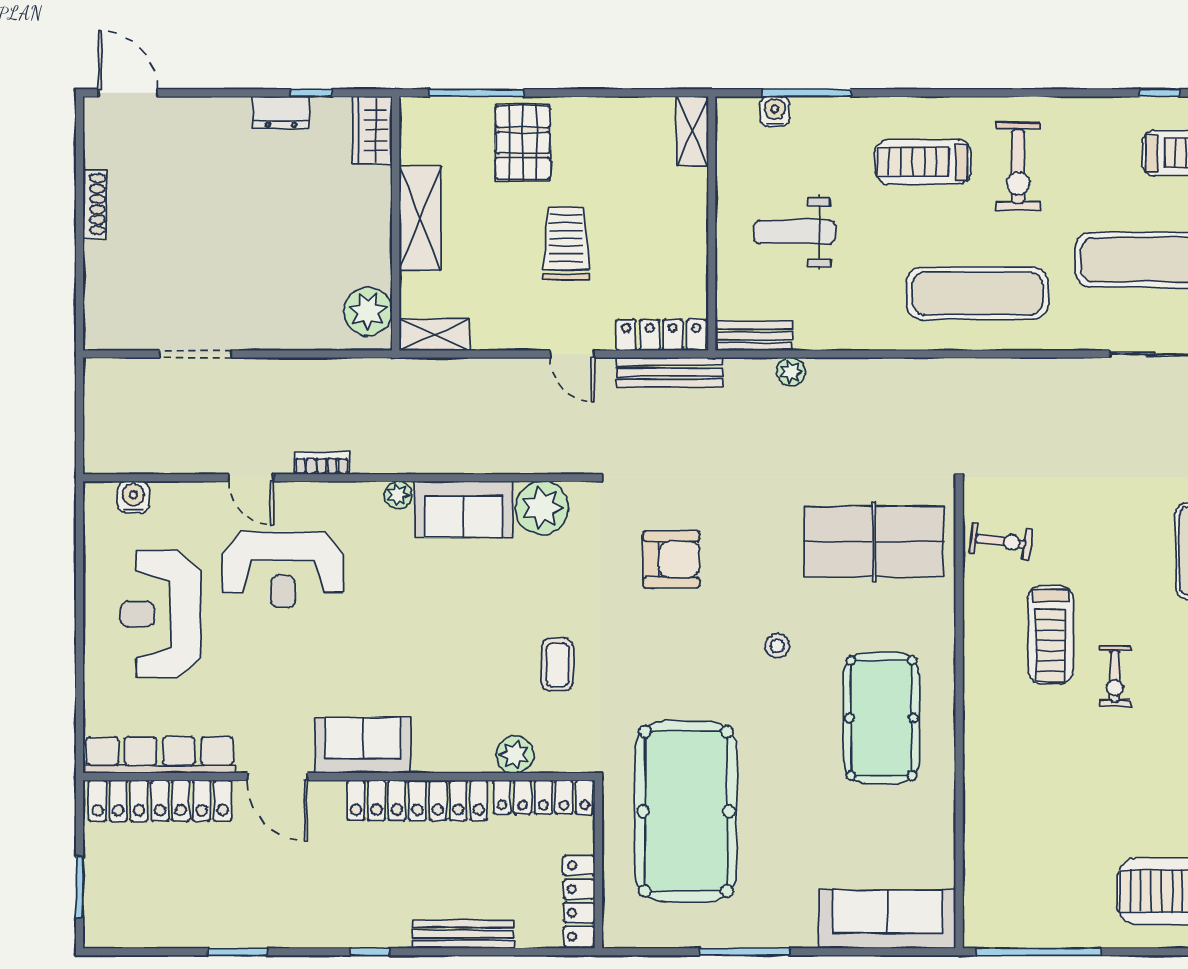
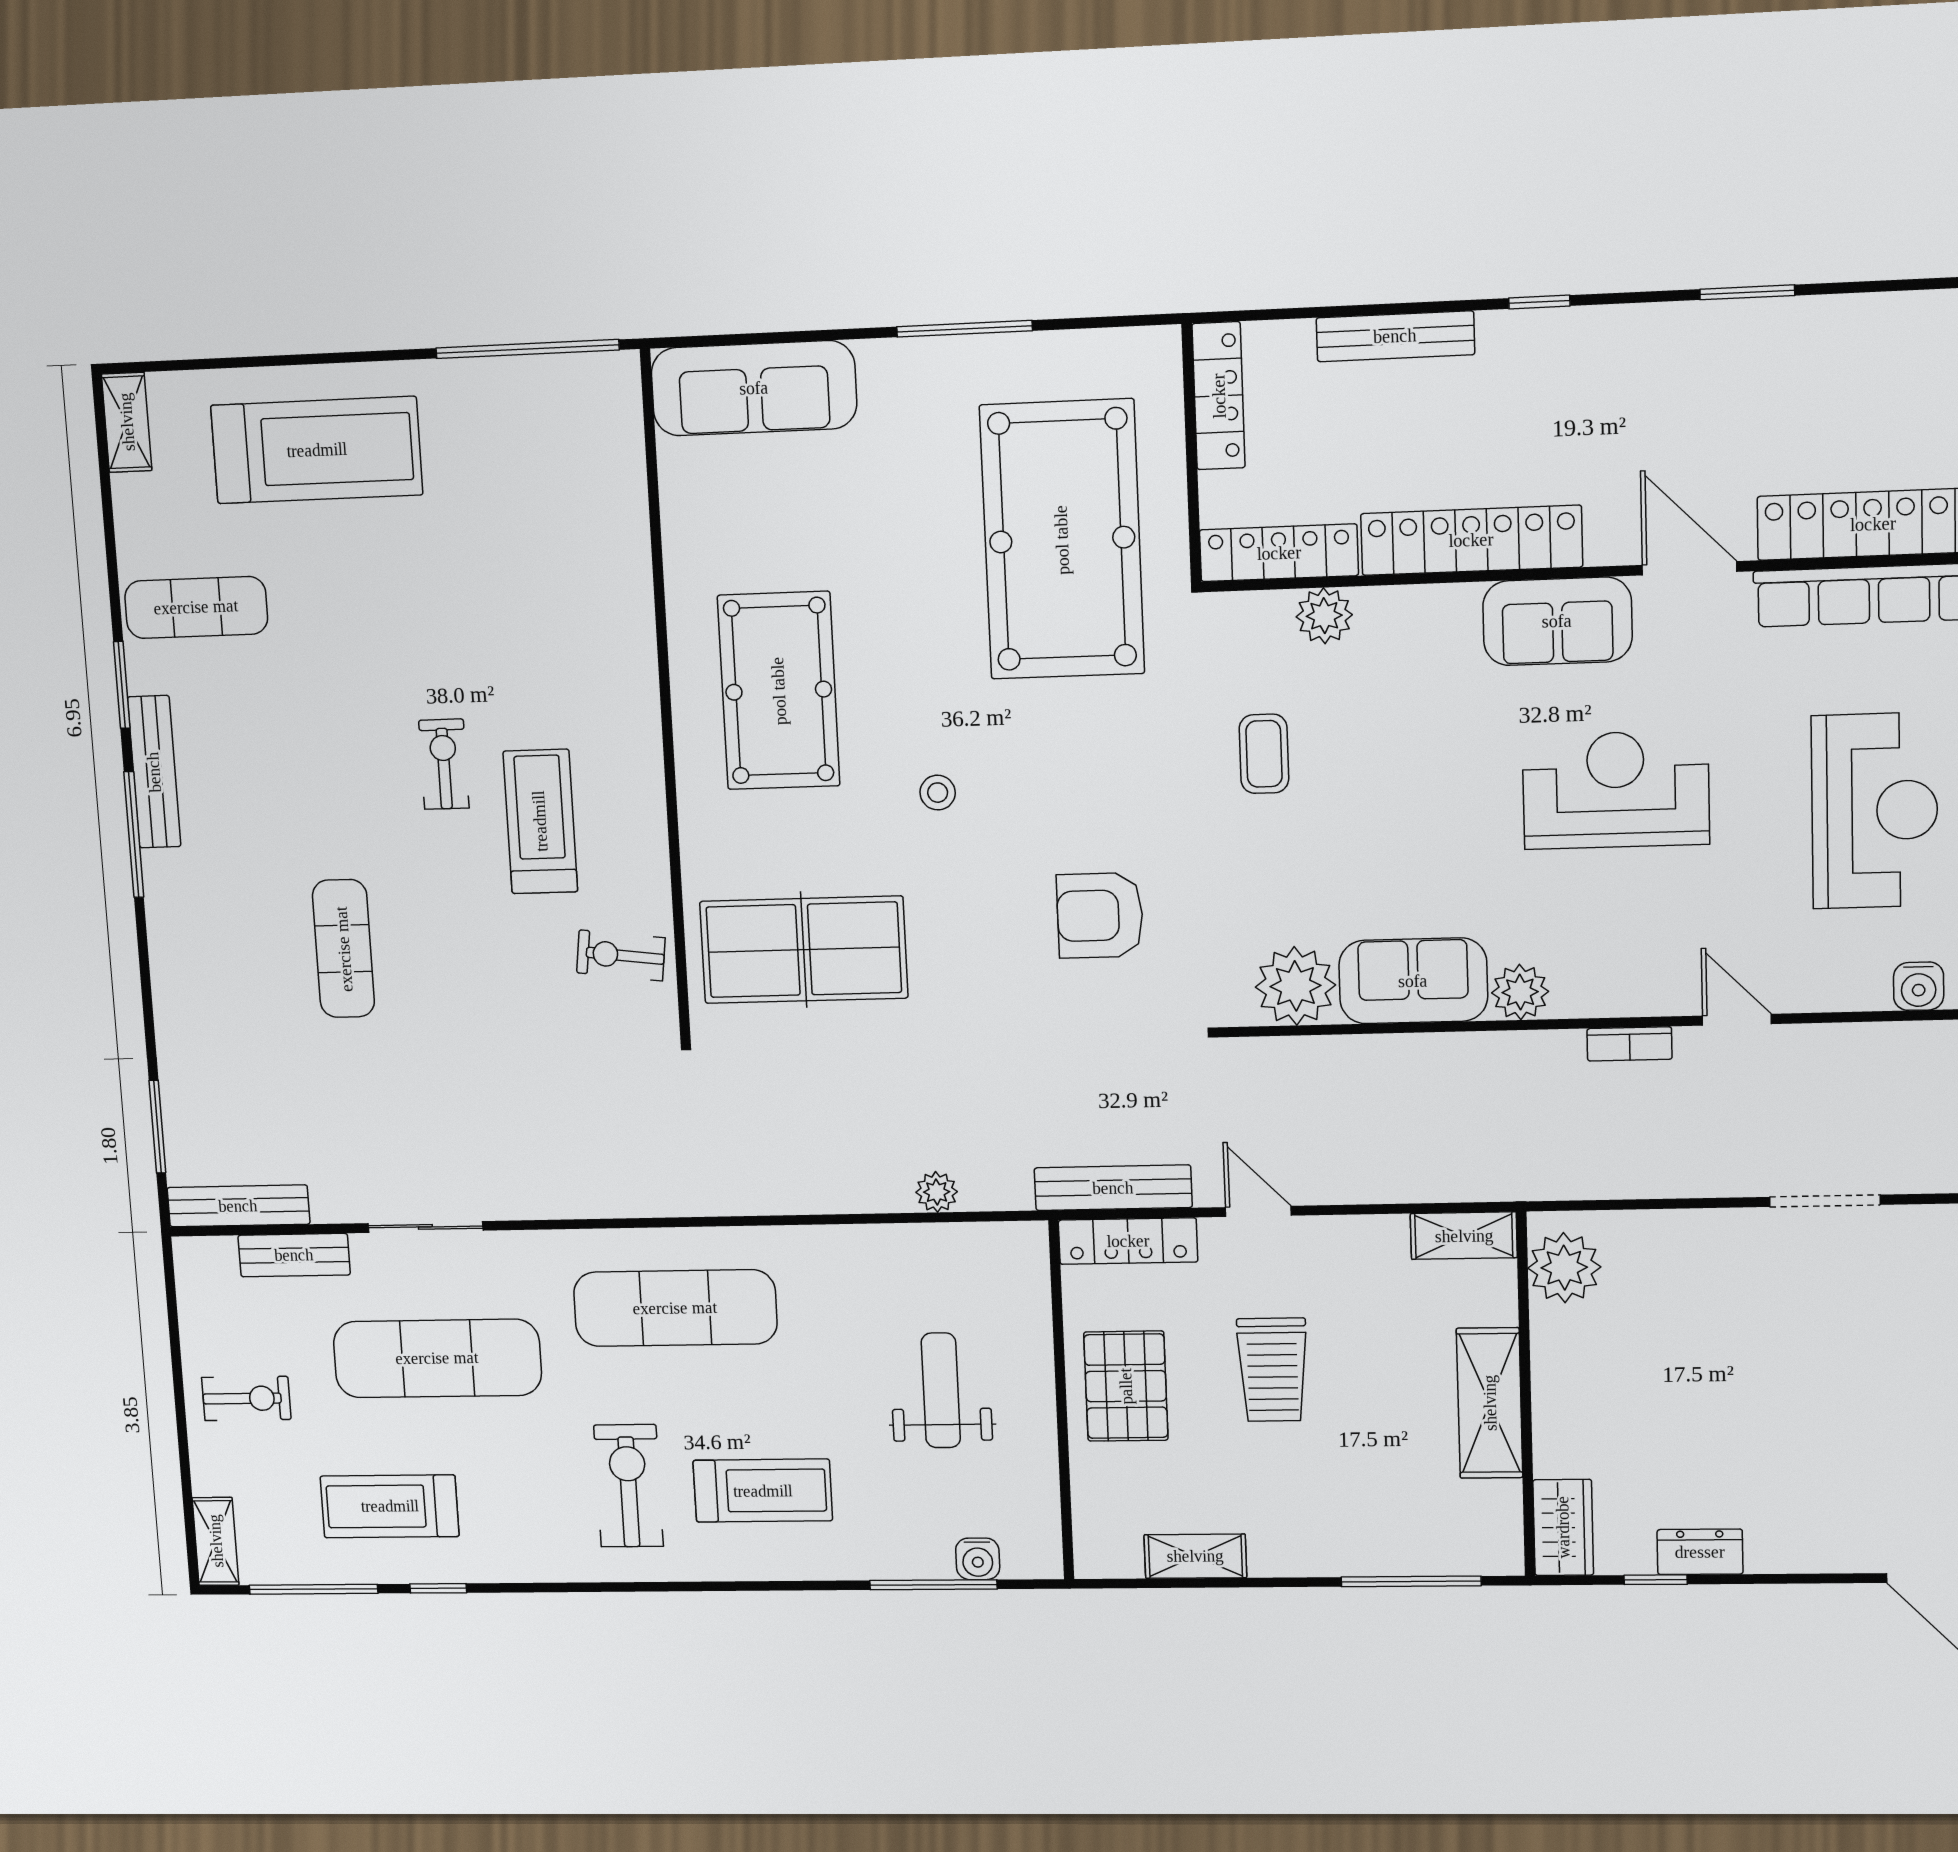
shelving: (693, 131) -> (1195, 1556), moved, turned 90
pallet: (523, 143) -> (1126, 1386), moved
weight bench: (795, 232) -> (941, 1390), turned -90
bench: (754, 336) -> (993, 1242), removed
plant: (398, 495) -> (1520, 992), width x1.38, depth x1.38
reception desk: (283, 570) -> (1616, 790), moved

